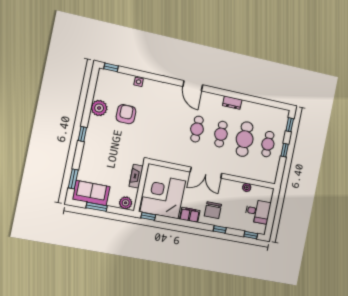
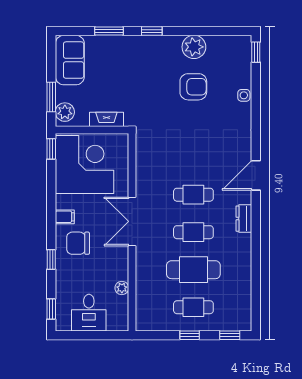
dresser: (232, 103) -> (244, 219), moved
window: (73, 179) -> (109, 31), moved
window: (97, 207) -> (51, 97), moved
filing cabinet: (190, 215) -> (65, 217), width x0.50

